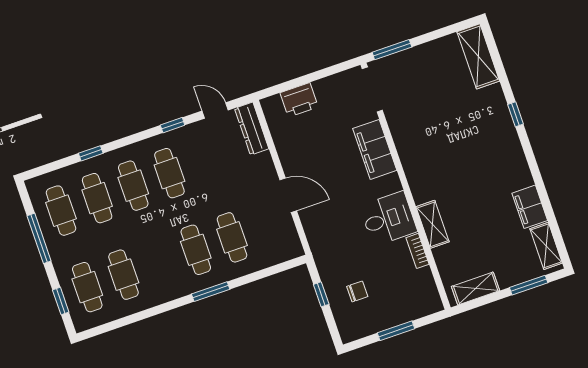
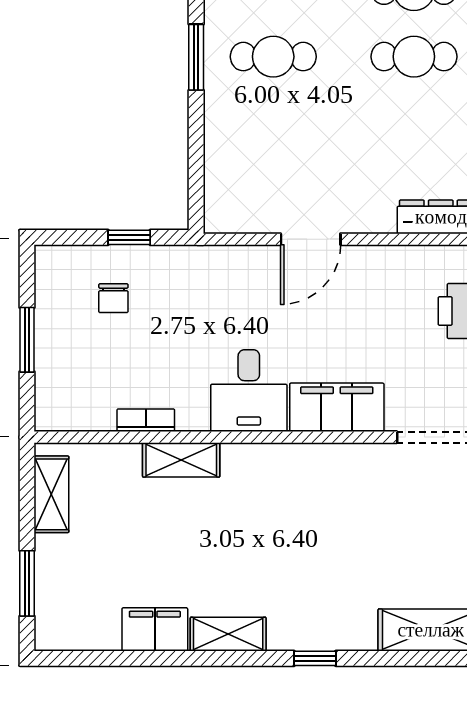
desk: (388, 219) -> (249, 391), moved
cafe table: (232, 237) -> (273, 123), removed
shelving: (546, 246) -> (228, 634), moved

